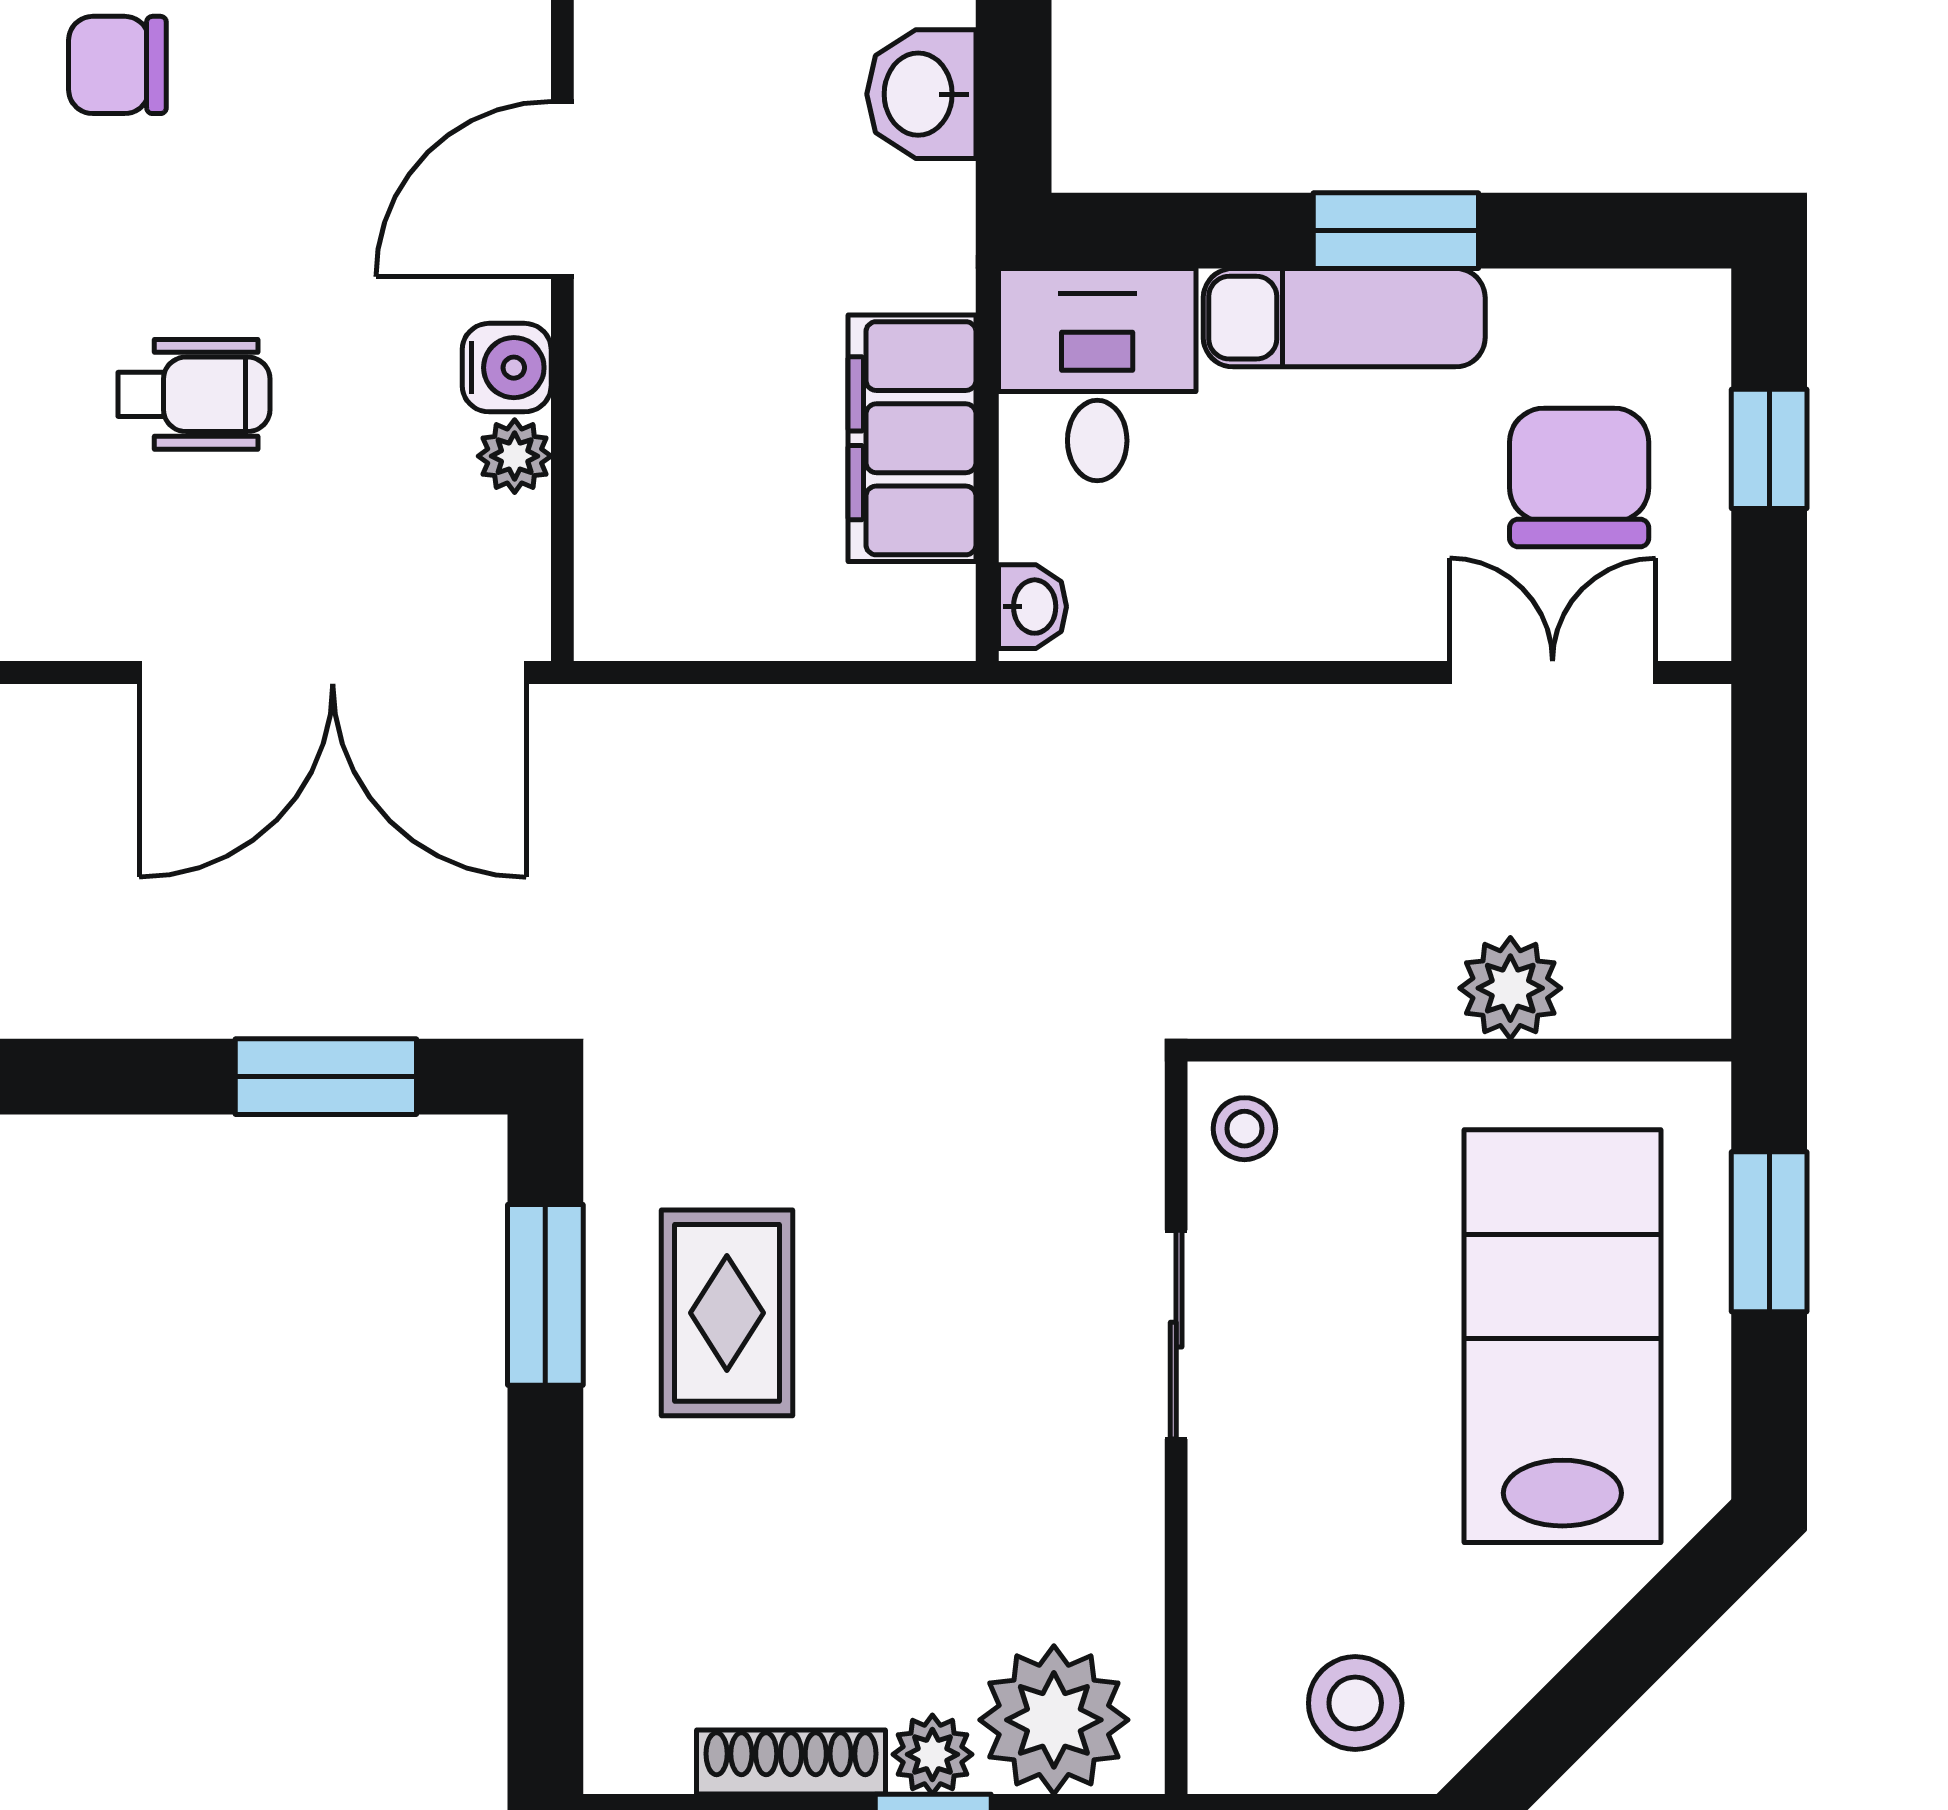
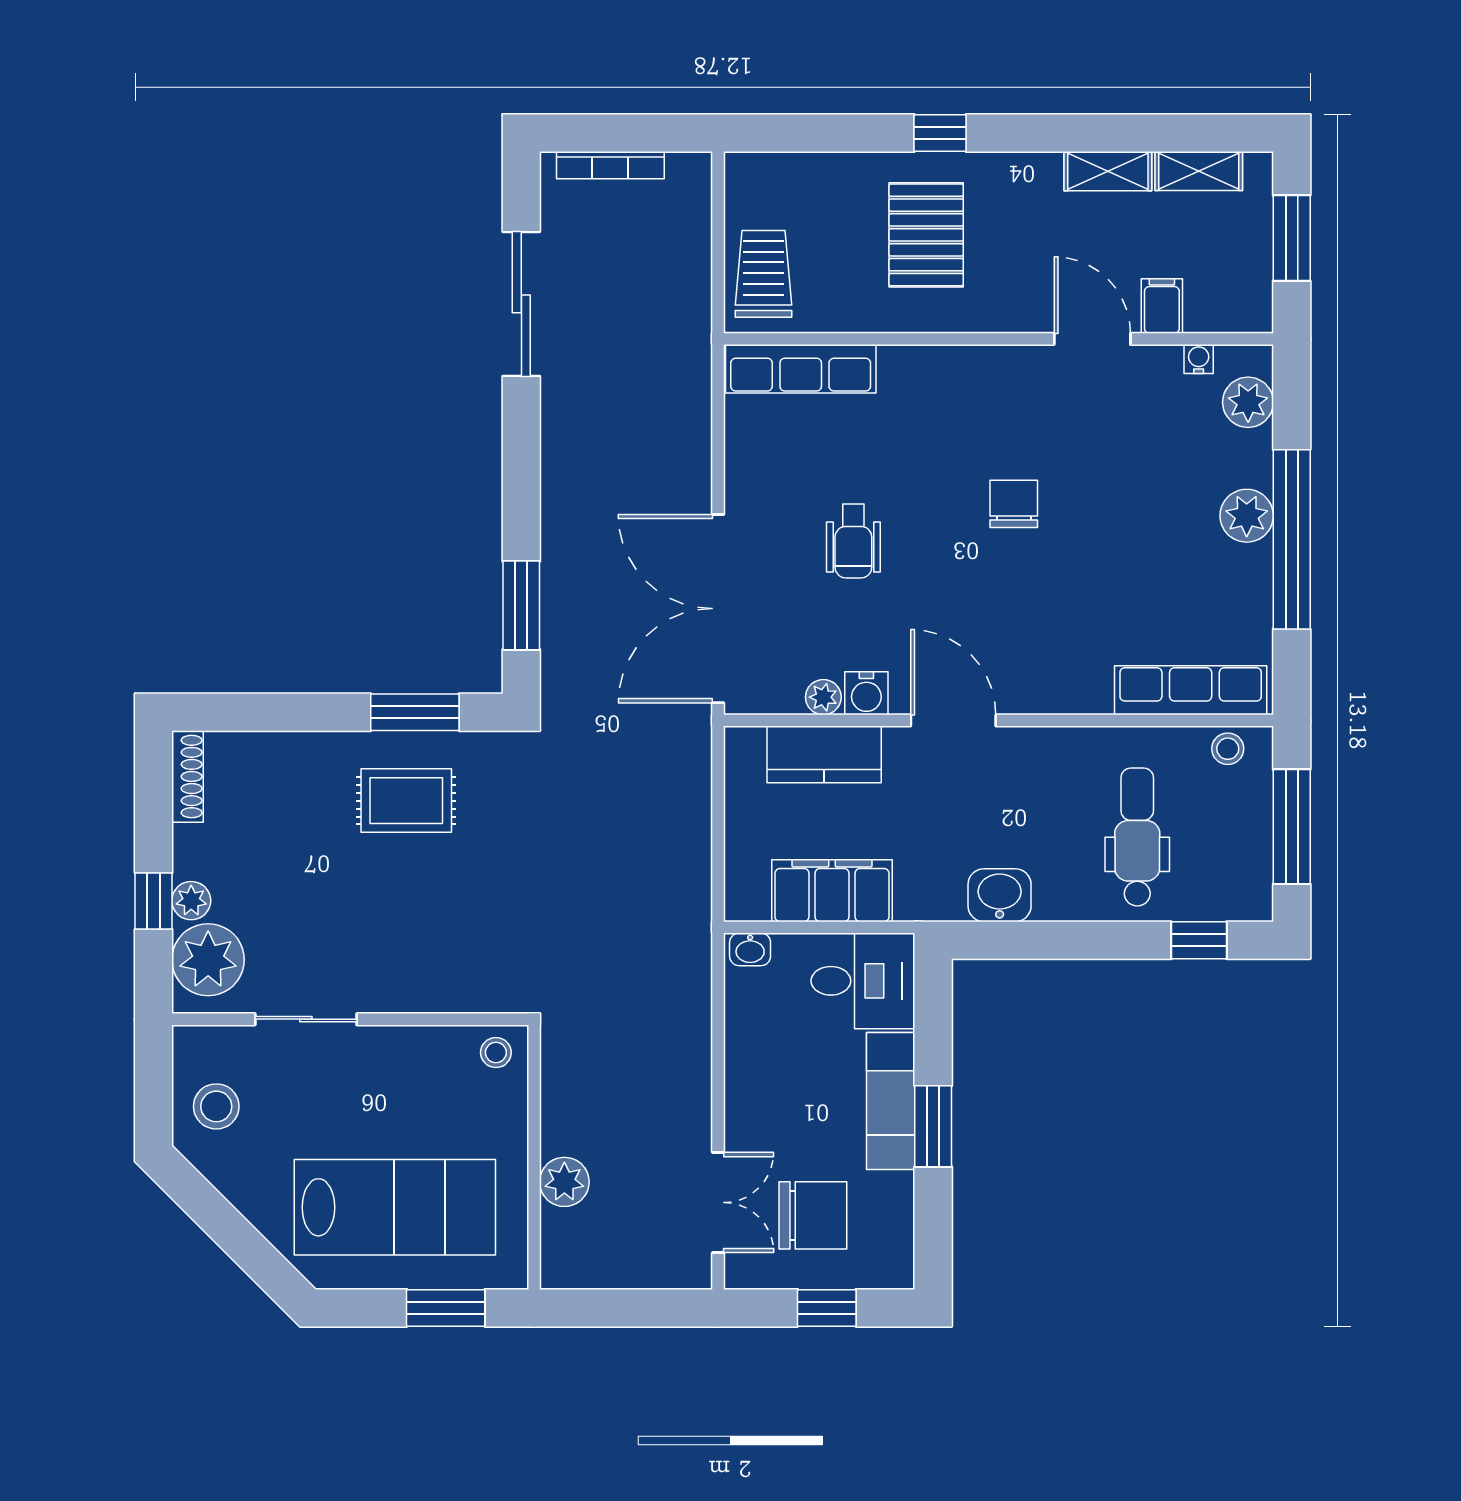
kitchen counter: (632, 454) -> (824, 754), added
sliding door: (1176, 1335) -> (306, 1019), moved
shoe rack: (791, 1762) -> (188, 776), moved

